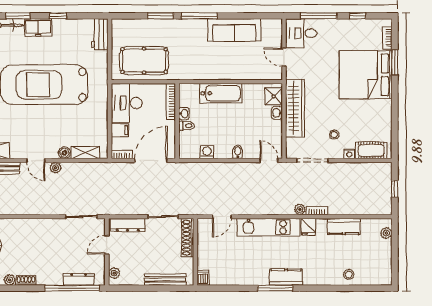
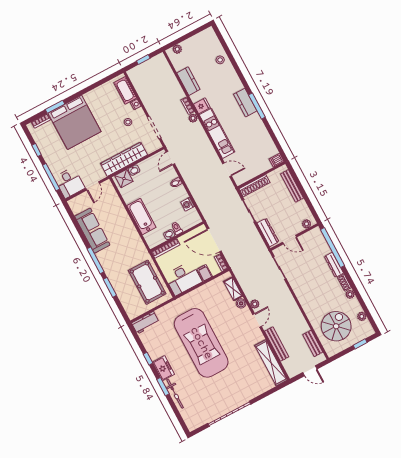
dresser: (79, 279) -> (334, 265), moved

